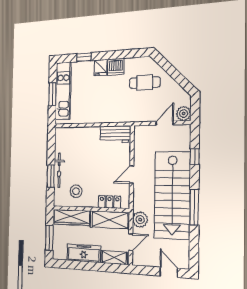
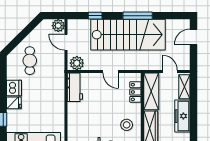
plant: (140, 220) -> (77, 63), moved

